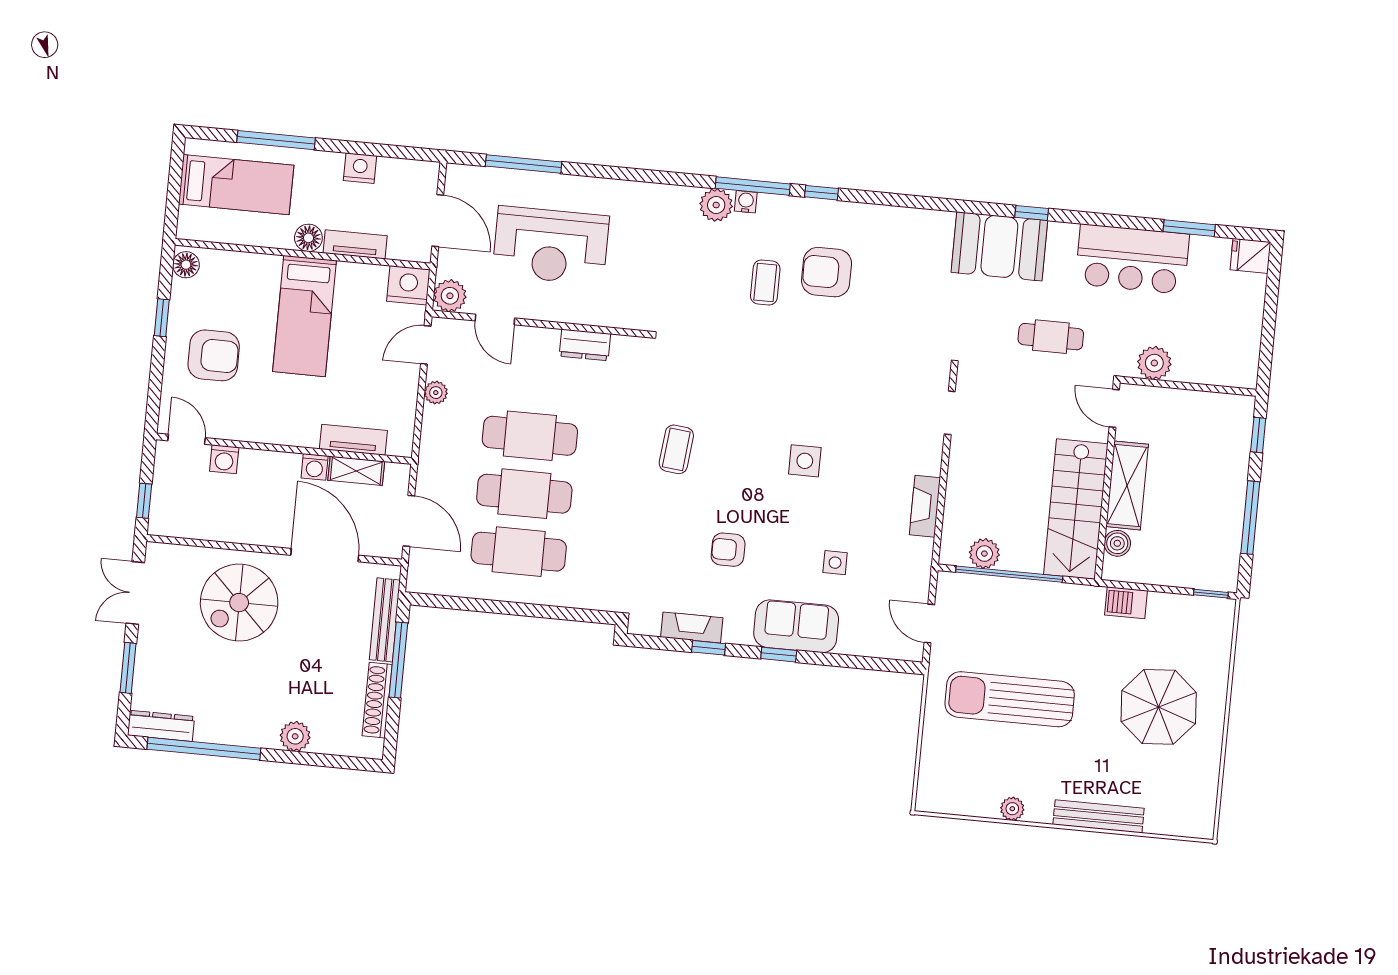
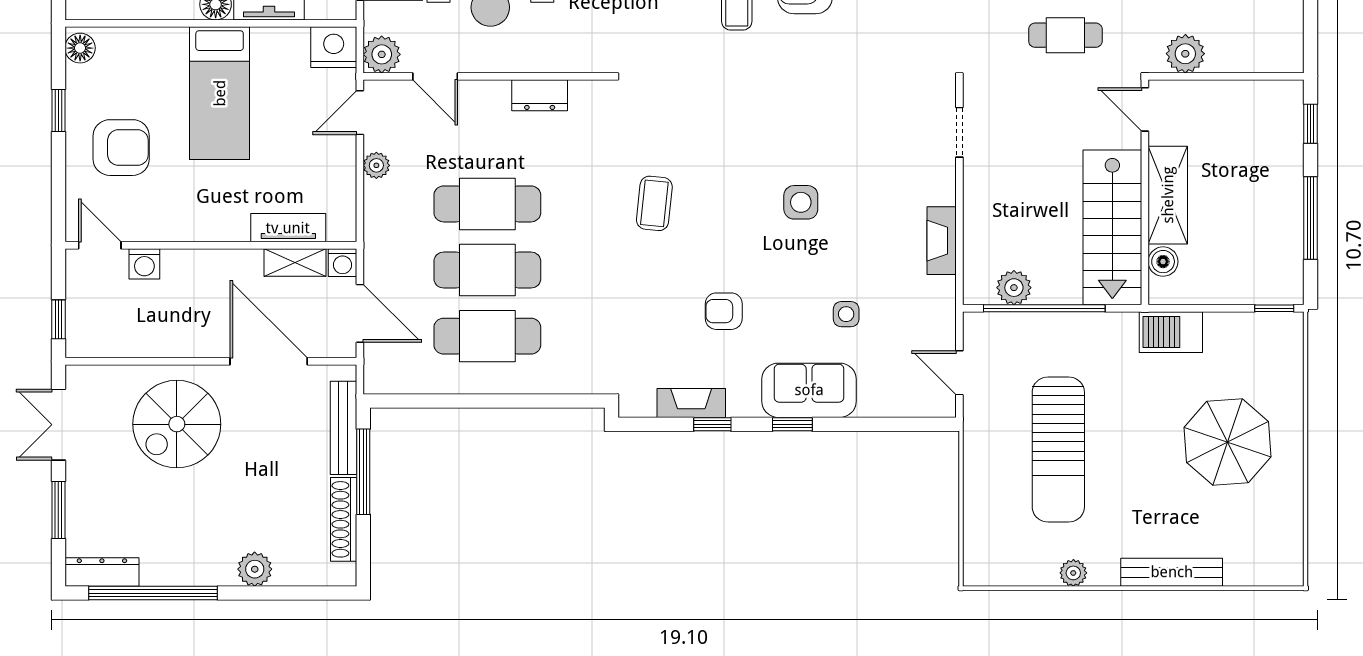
washing machine: (315, 467) -> (343, 263), moved
barbecue: (1126, 603) -> (1171, 332), width x1.38, depth x1.27
sun lounger: (1010, 699) -> (1058, 450), turned -90

